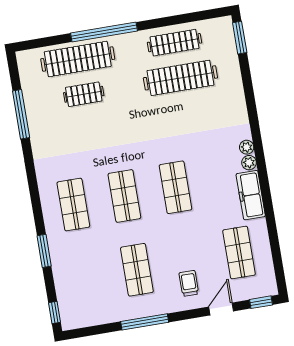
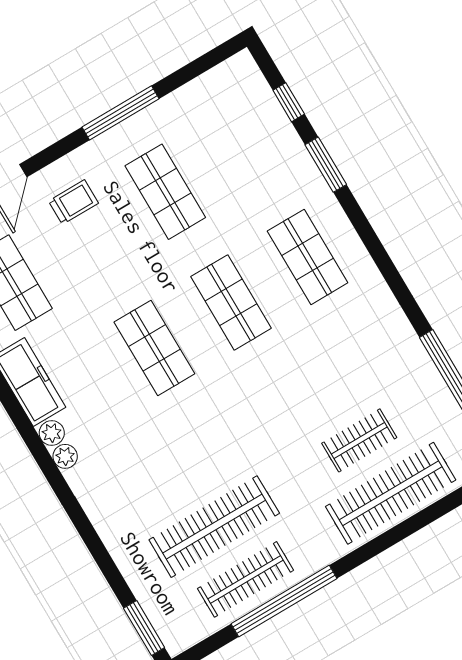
window: (104, 32) -> (284, 601), moved
trolley: (189, 283) -> (73, 202), turned -90
window: (55, 313) -> (289, 102), moved

